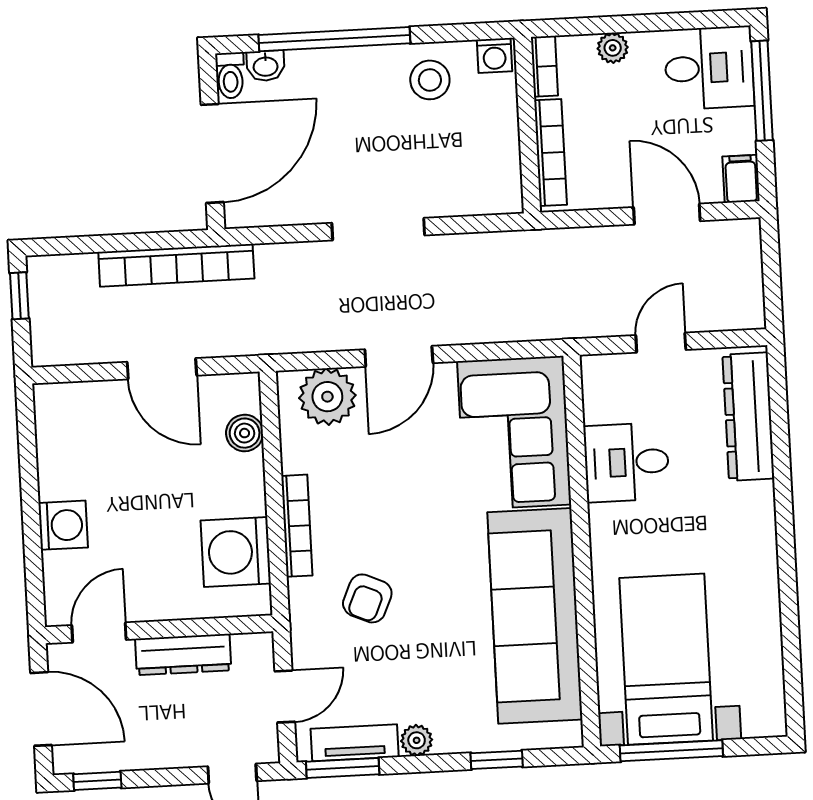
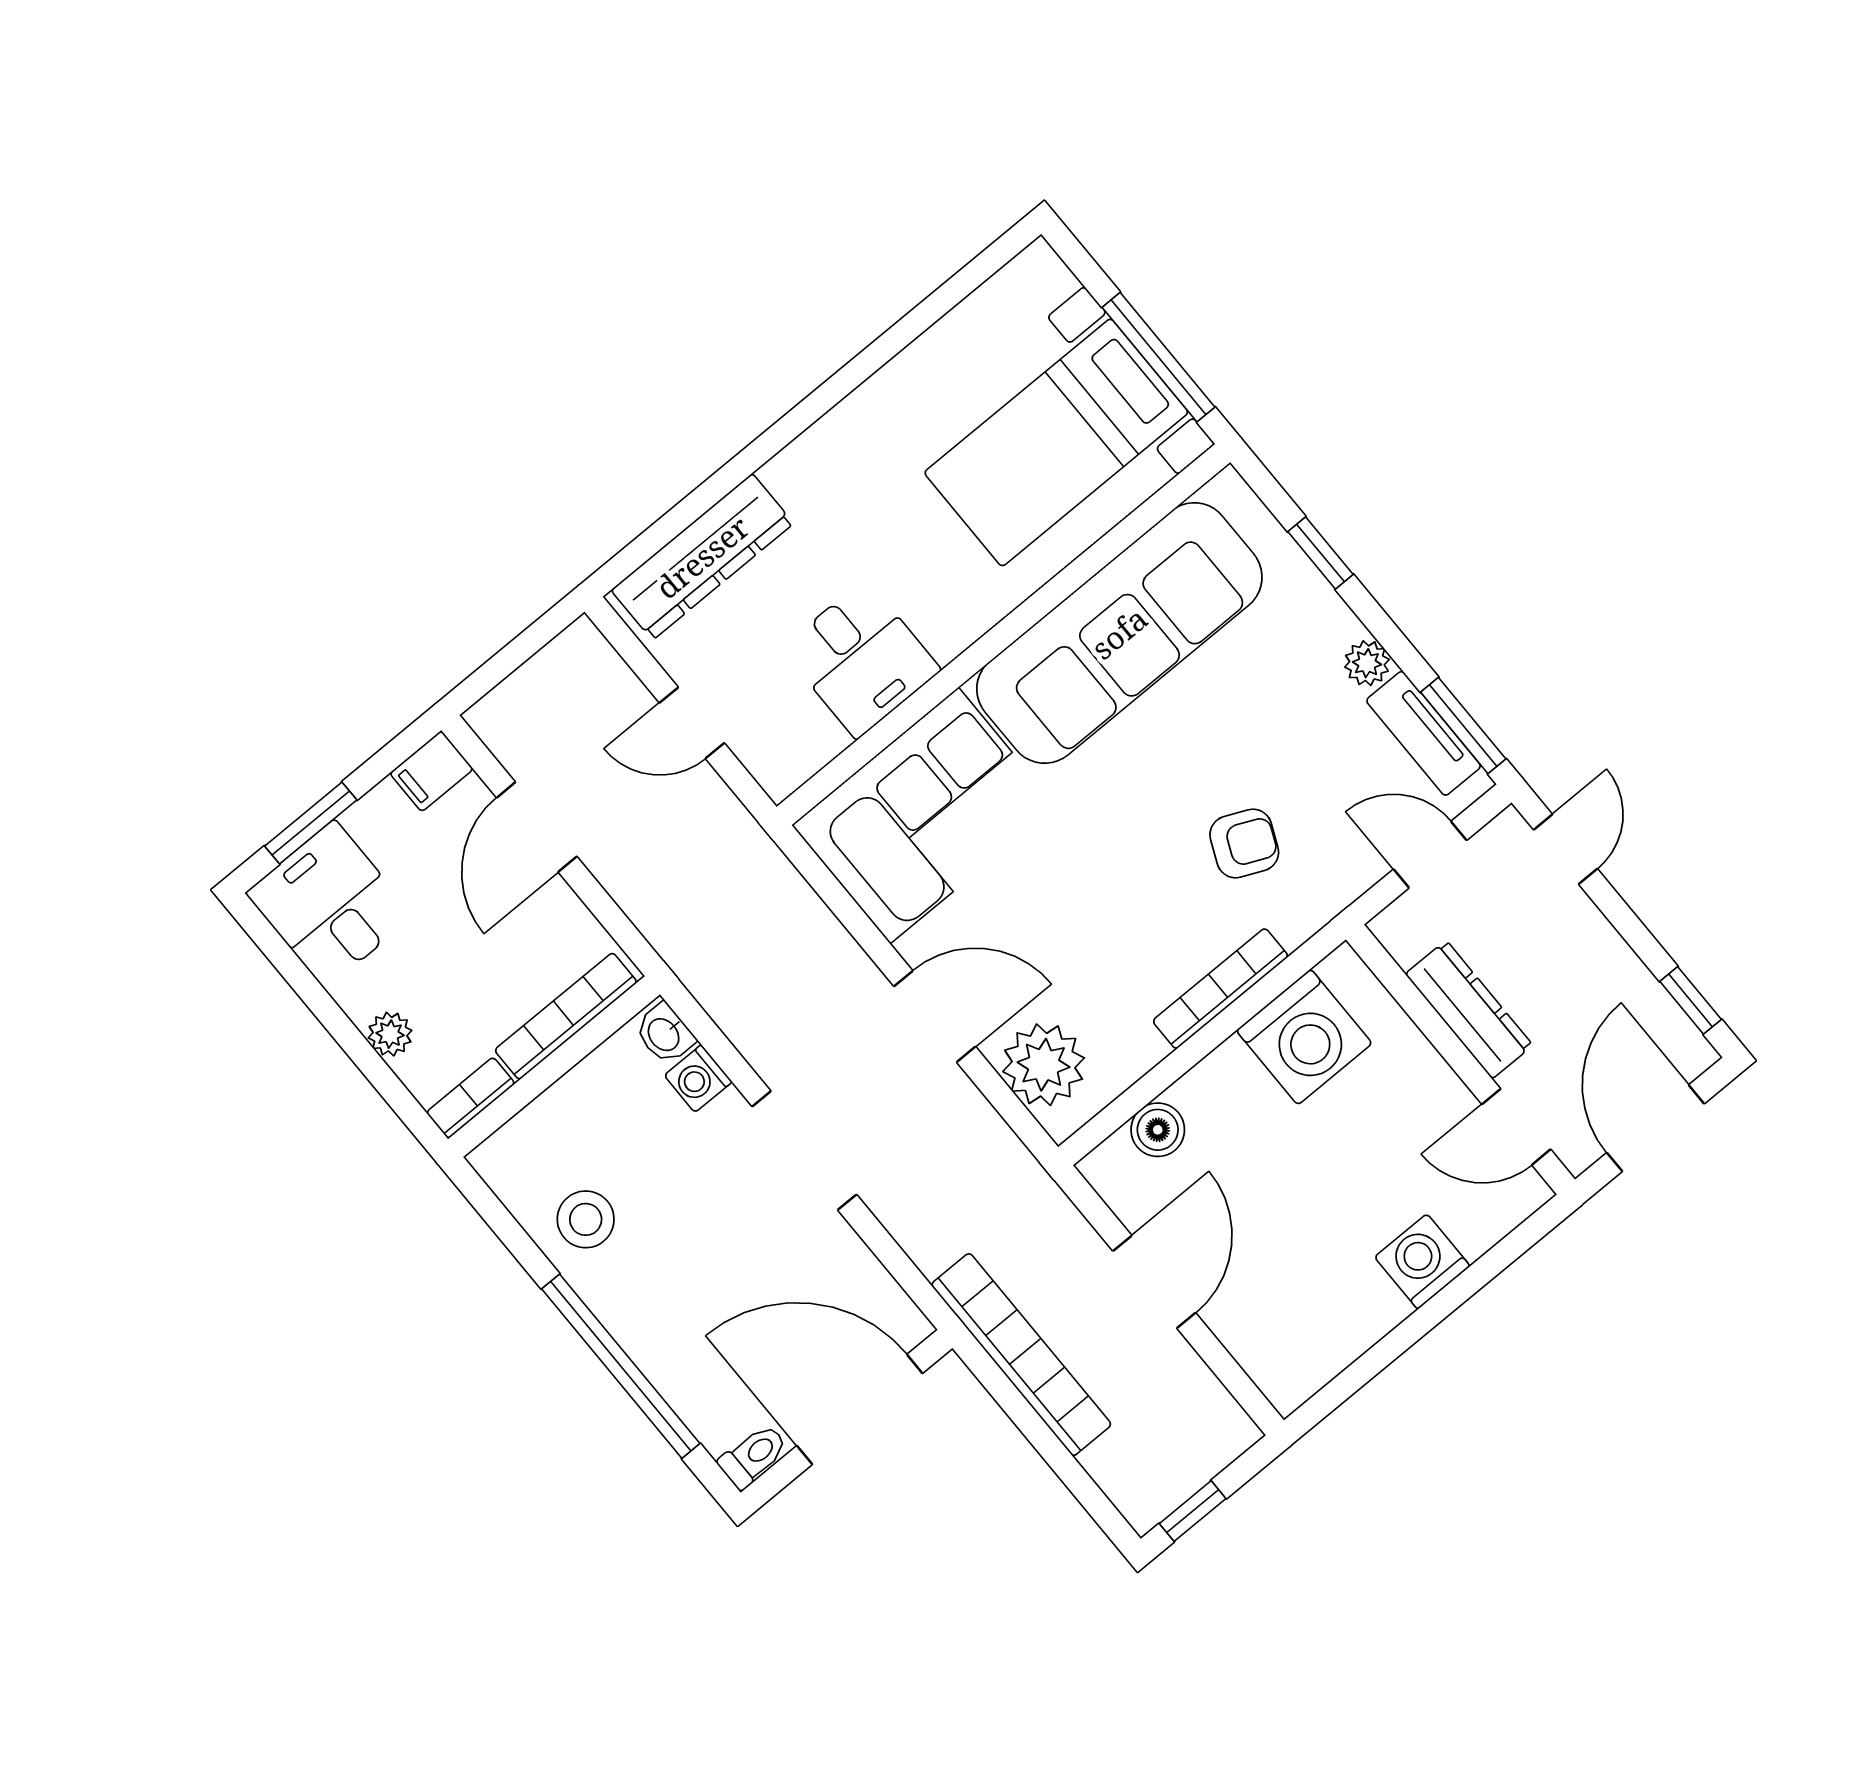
washing machine: (494, 56) -> (698, 1079), moved, turned 180
washbasin: (266, 66) -> (665, 1034), moved, turned 180
window: (762, 91) -> (311, 823), width x0.69

